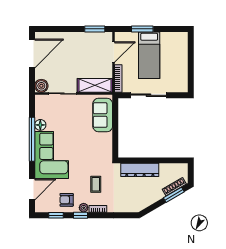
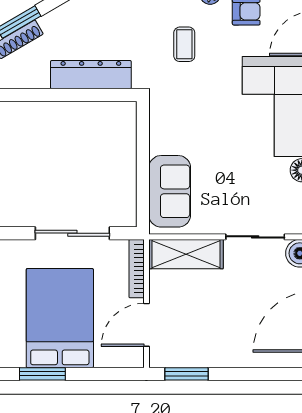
window: (142, 29) -> (42, 374), moved
bed: (149, 55) -> (60, 318), width x1.50

